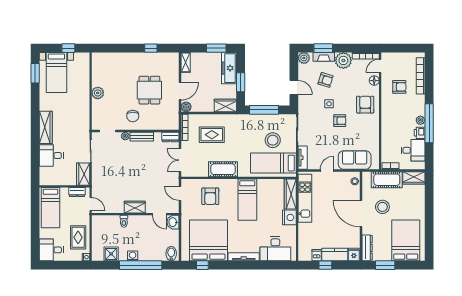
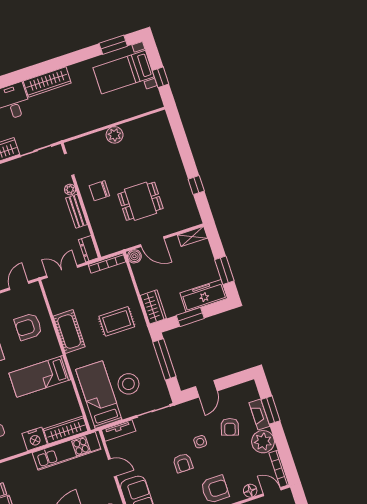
plant: (304, 58) -> (249, 389), removed
rug: (212, 135) -> (117, 321), moved, turned 90

